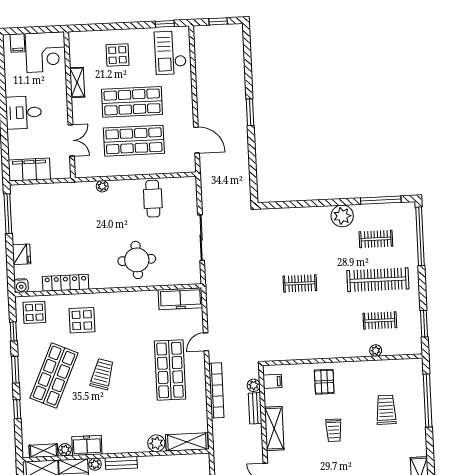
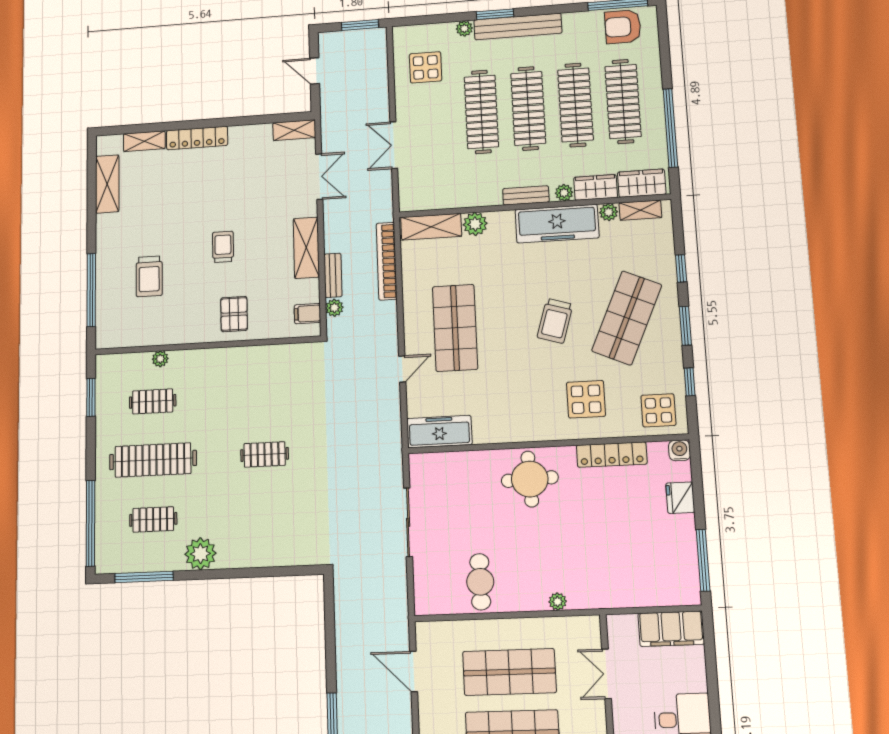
round table: (137, 260) -> (530, 479), moved
bookcase: (216, 390) -> (387, 261), moved
freezer: (87, 445) -> (557, 224), width x1.91, depth x1.26

